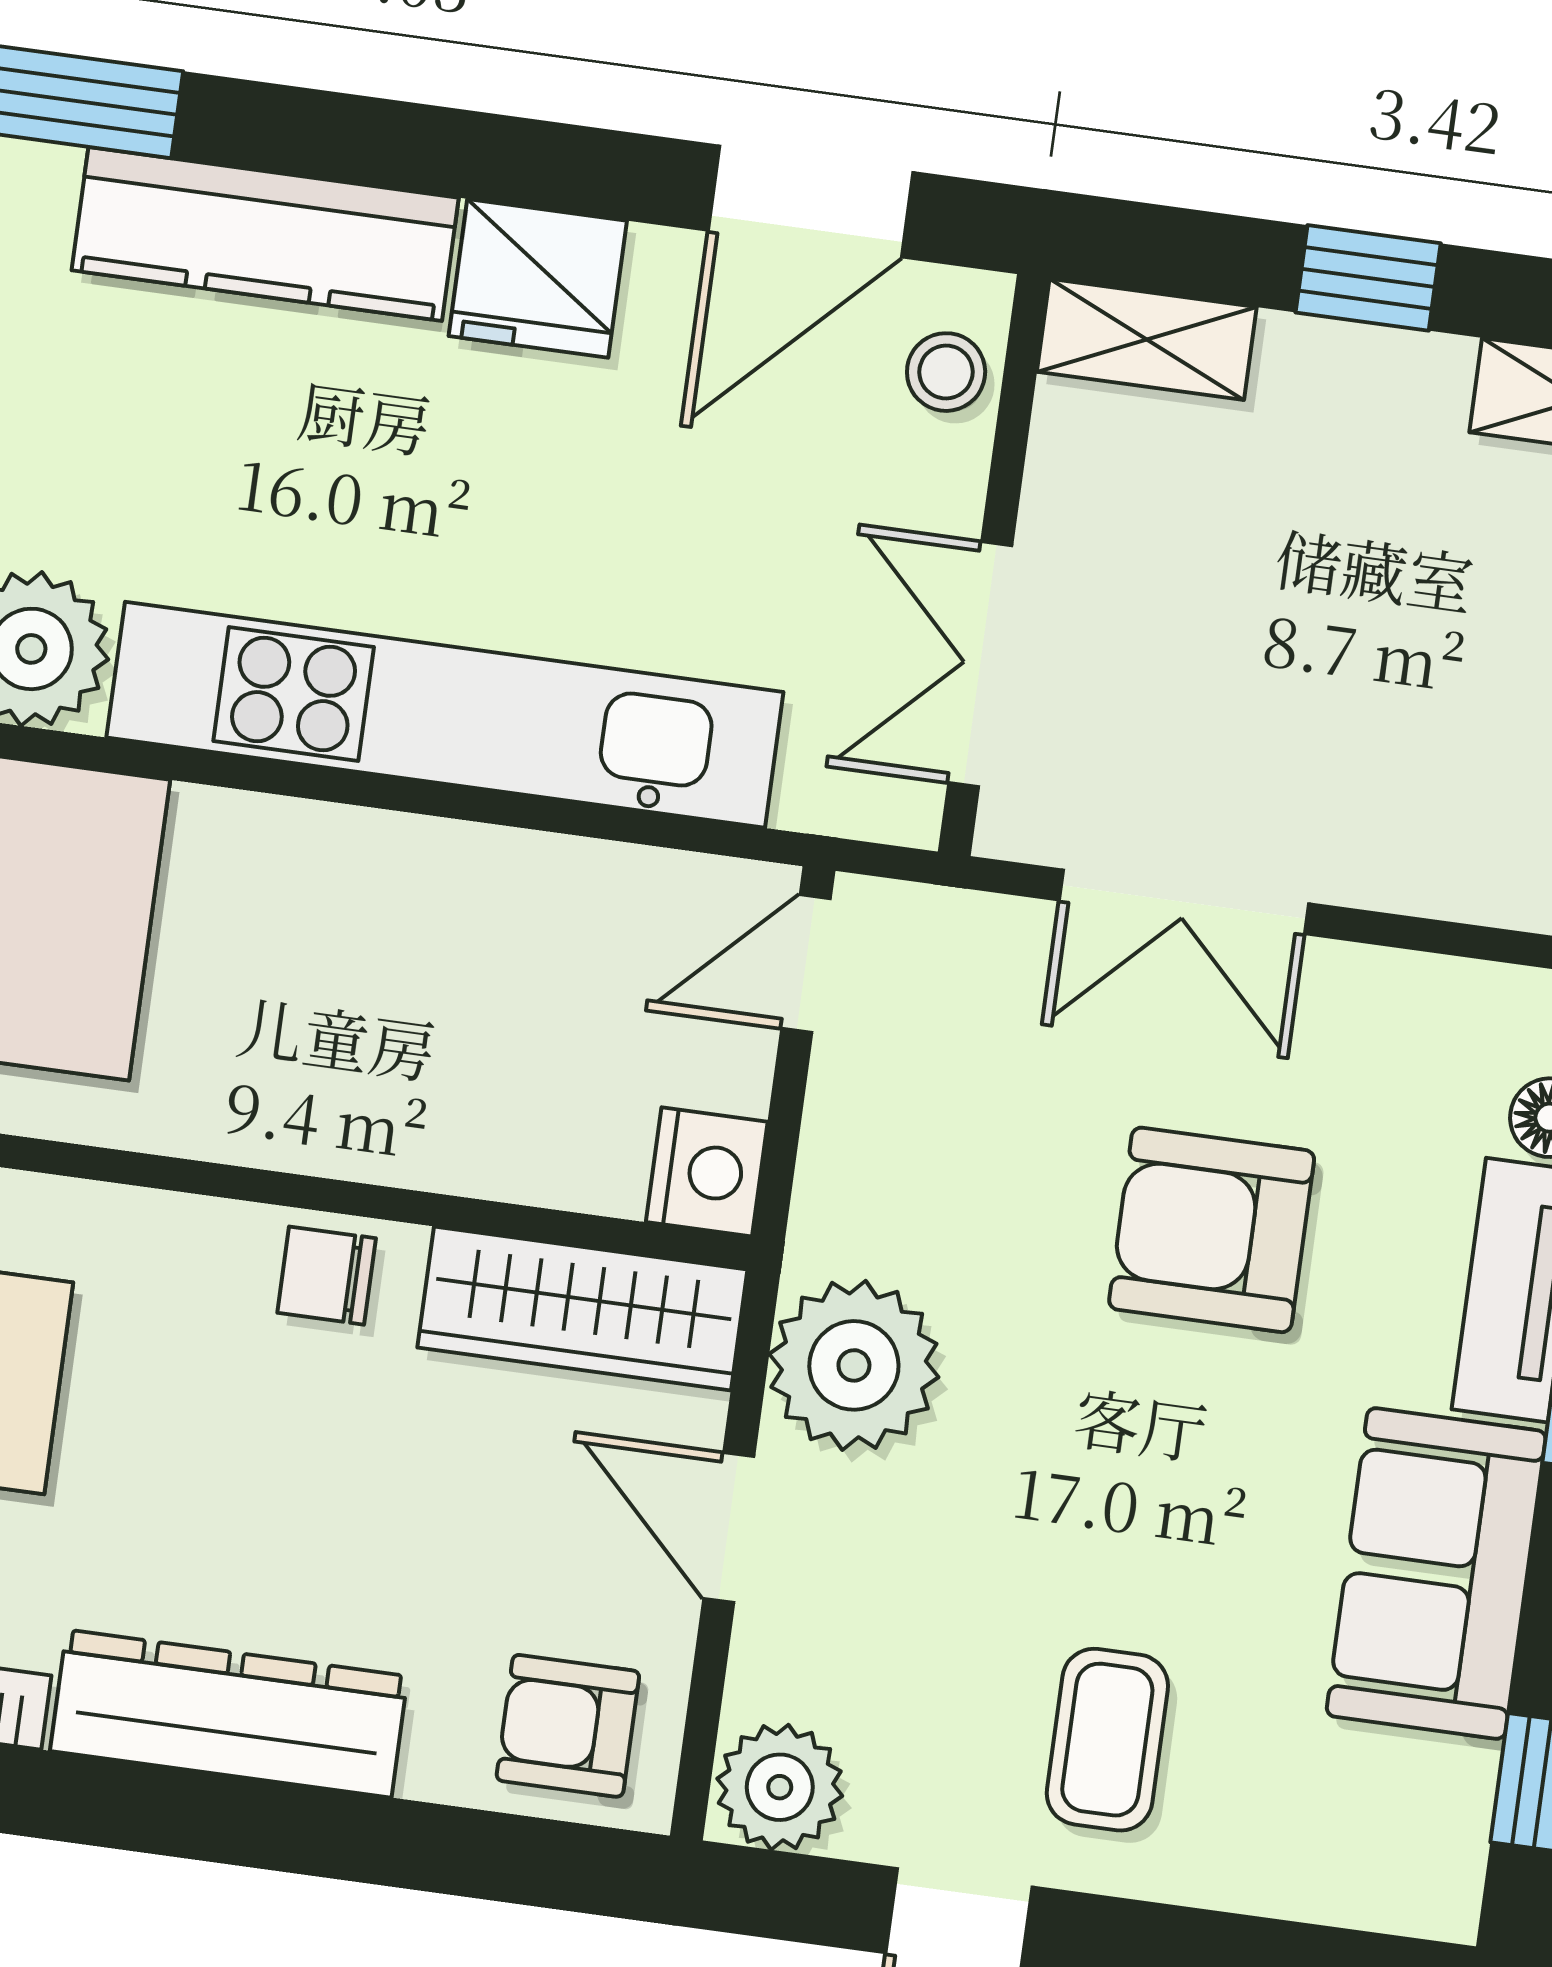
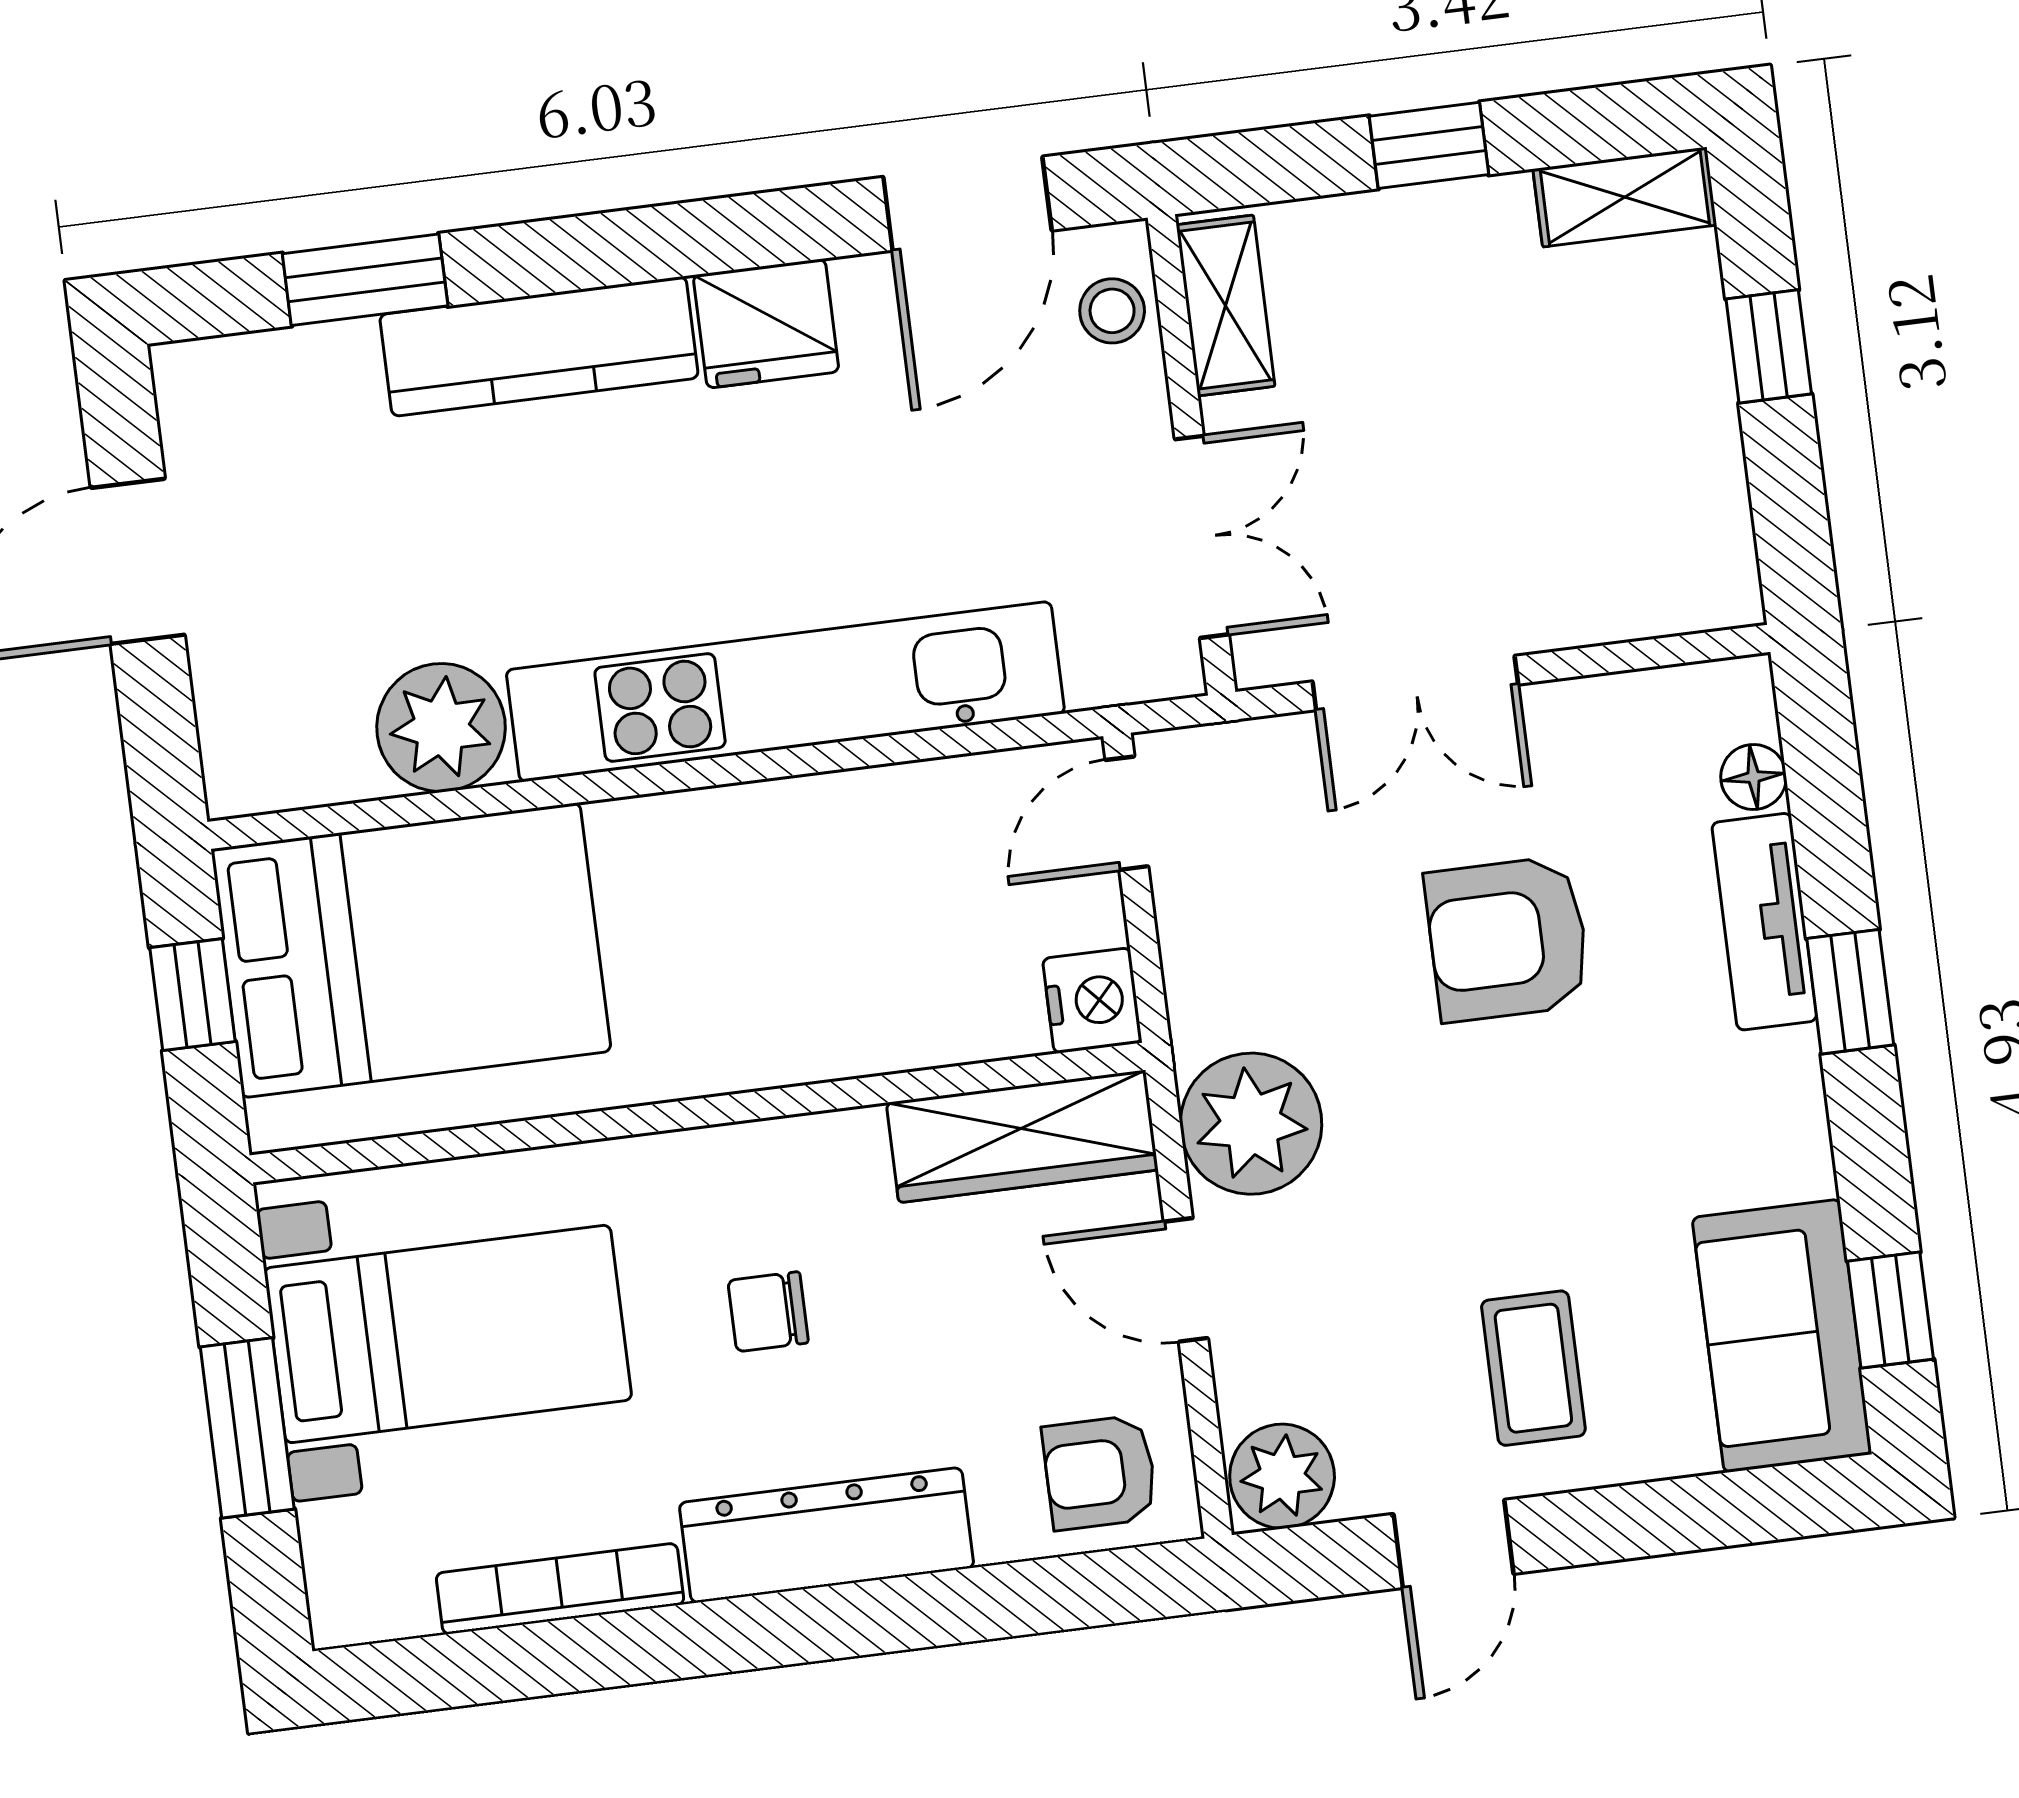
shelving: (1147, 339) -> (1226, 305), moved, turned 90
double door: (980, 664) -> (1202, 537), swing flipped
chair: (327, 1276) -> (768, 1312), moved
sofa: (1436, 1573) -> (1782, 1336), moved

